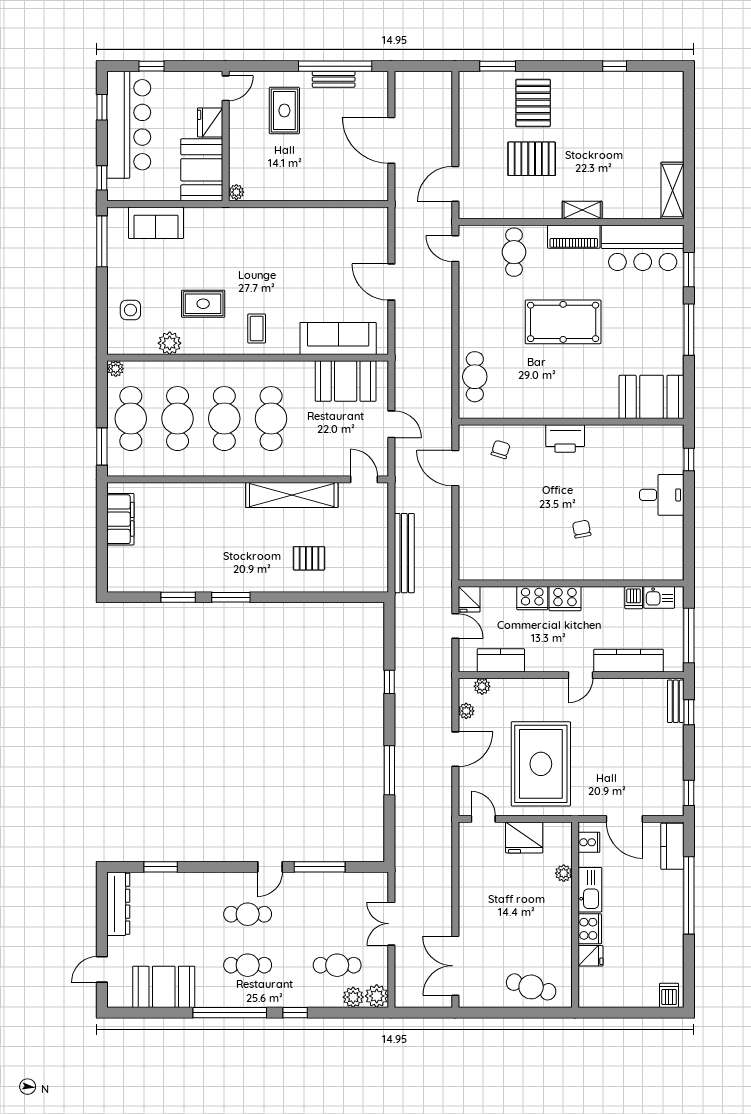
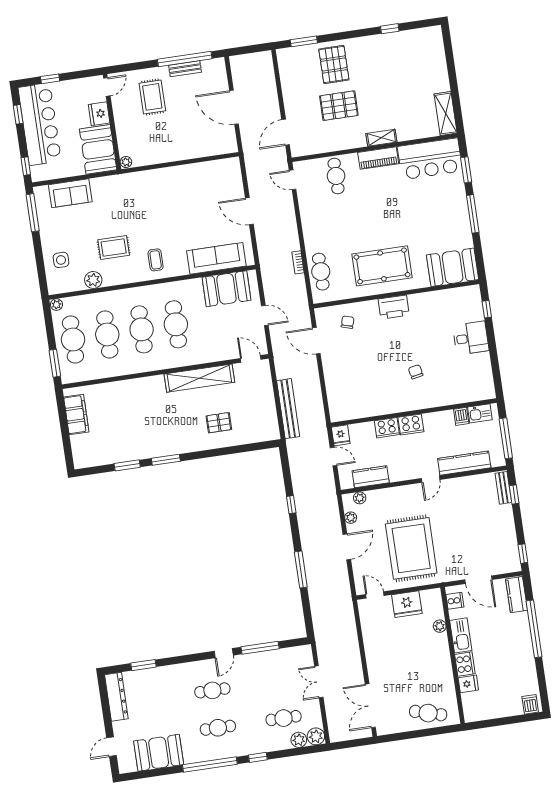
pool table: (563, 322) -> (382, 266), moved
bookcase: (446, 360) -> (298, 262), added

